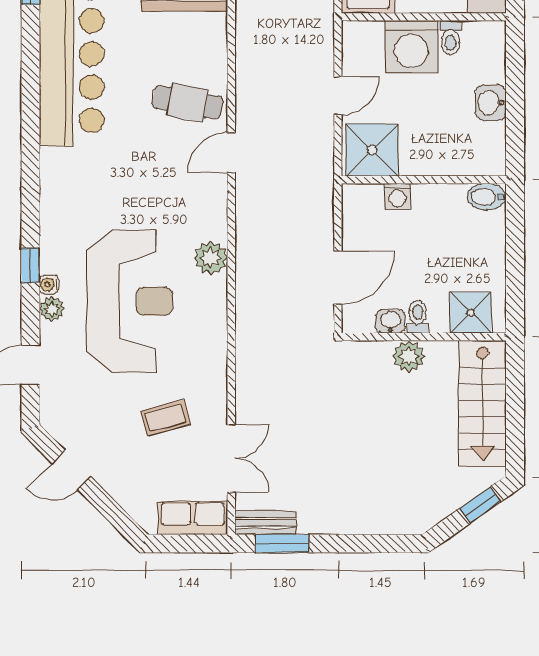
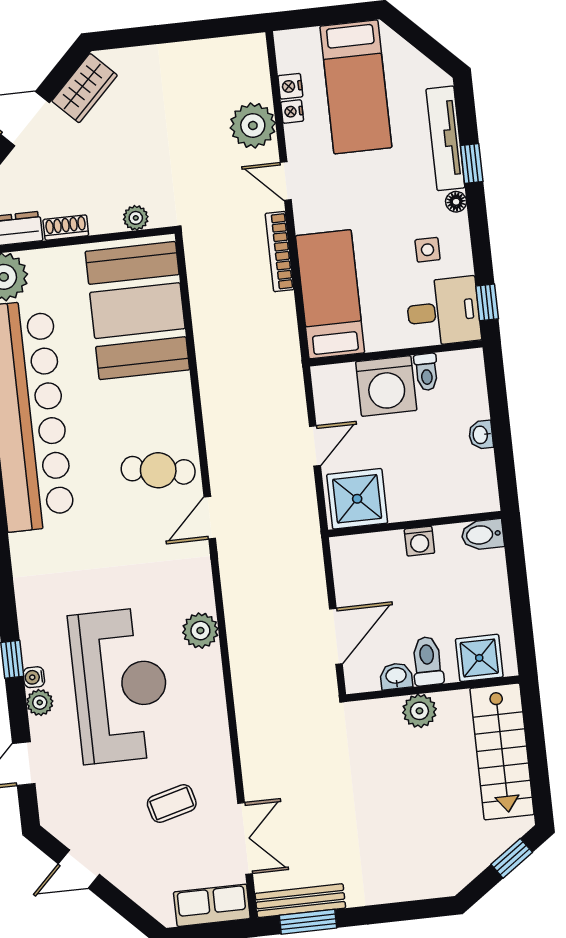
washbasin: (491, 103) -> (481, 435), width x0.72, depth x0.69
washing machine: (397, 196) -> (419, 541), moved
toilet: (418, 317) -> (427, 661), width x1.37, depth x1.39
bench: (266, 523) -> (300, 901), width x1.36

